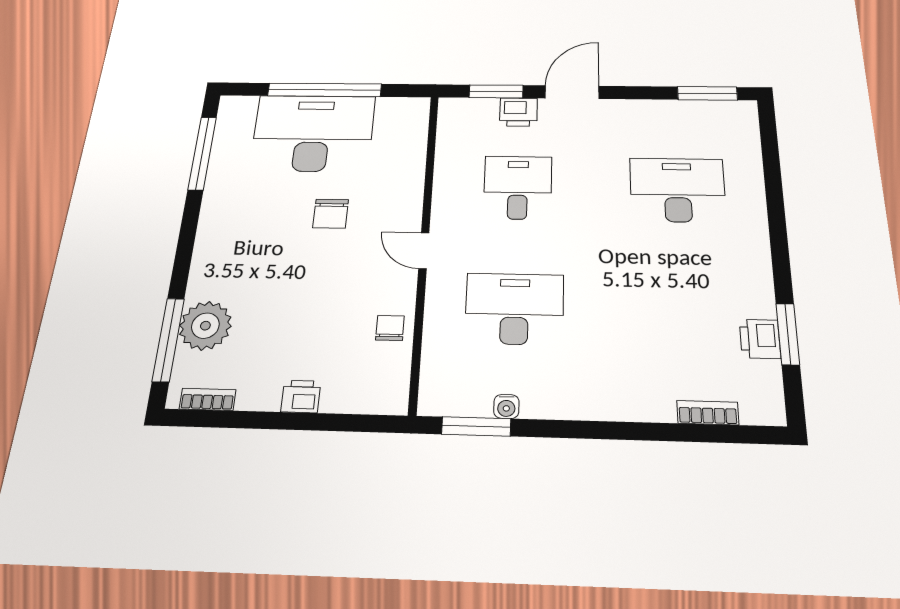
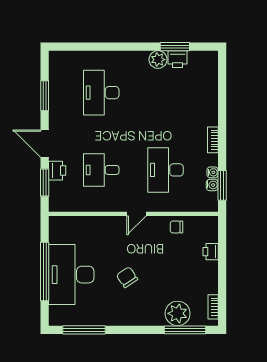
window: (707, 93) -> (45, 96), moved
chair: (331, 214) -> (127, 277), moved, turned -124
plant: (756, 299) -> (158, 60), added
printer: (301, 396) -> (211, 252), moved
water cooler: (478, 405) -> (212, 185), added
bookcase: (708, 413) -> (213, 140), moved

